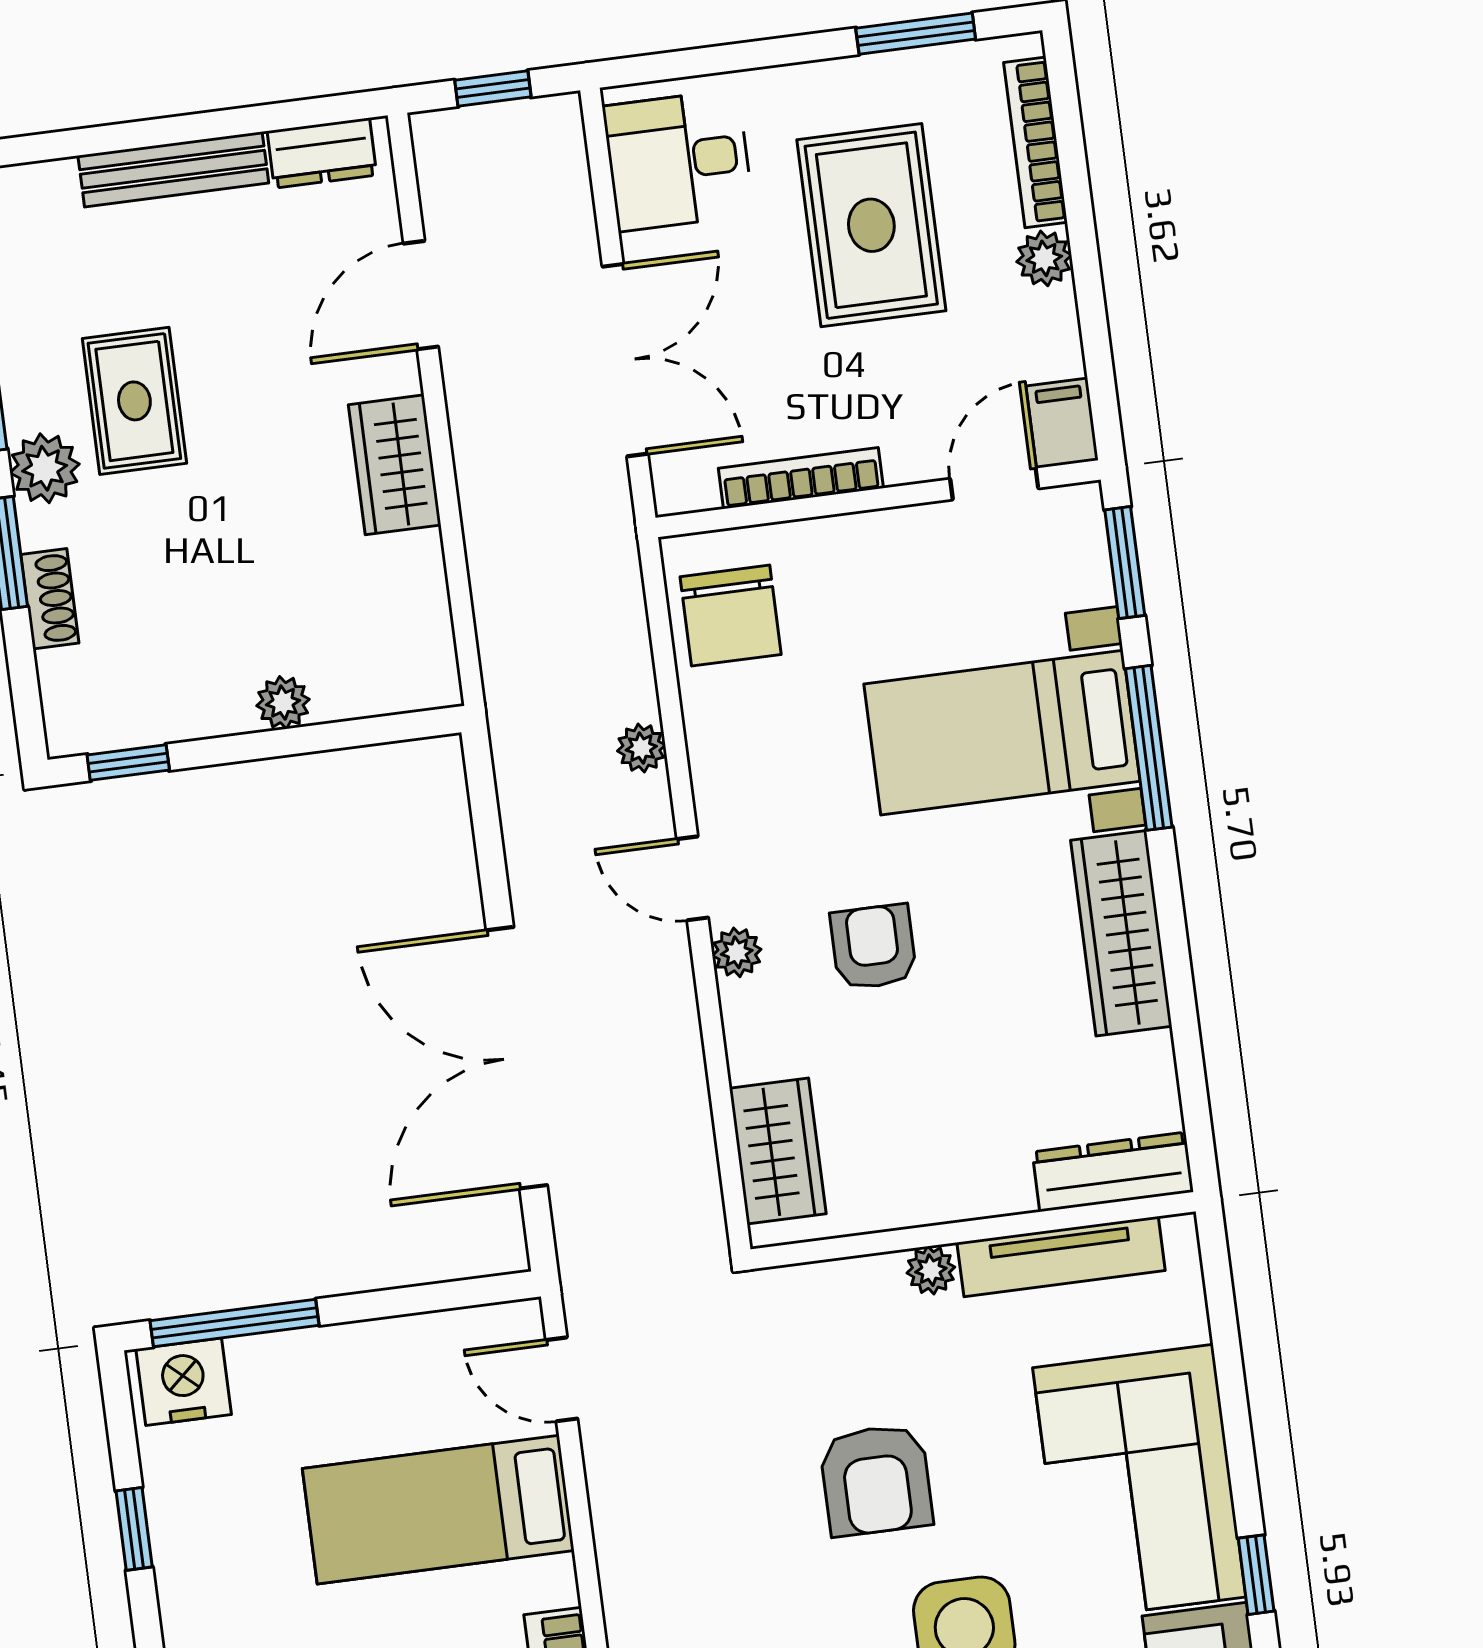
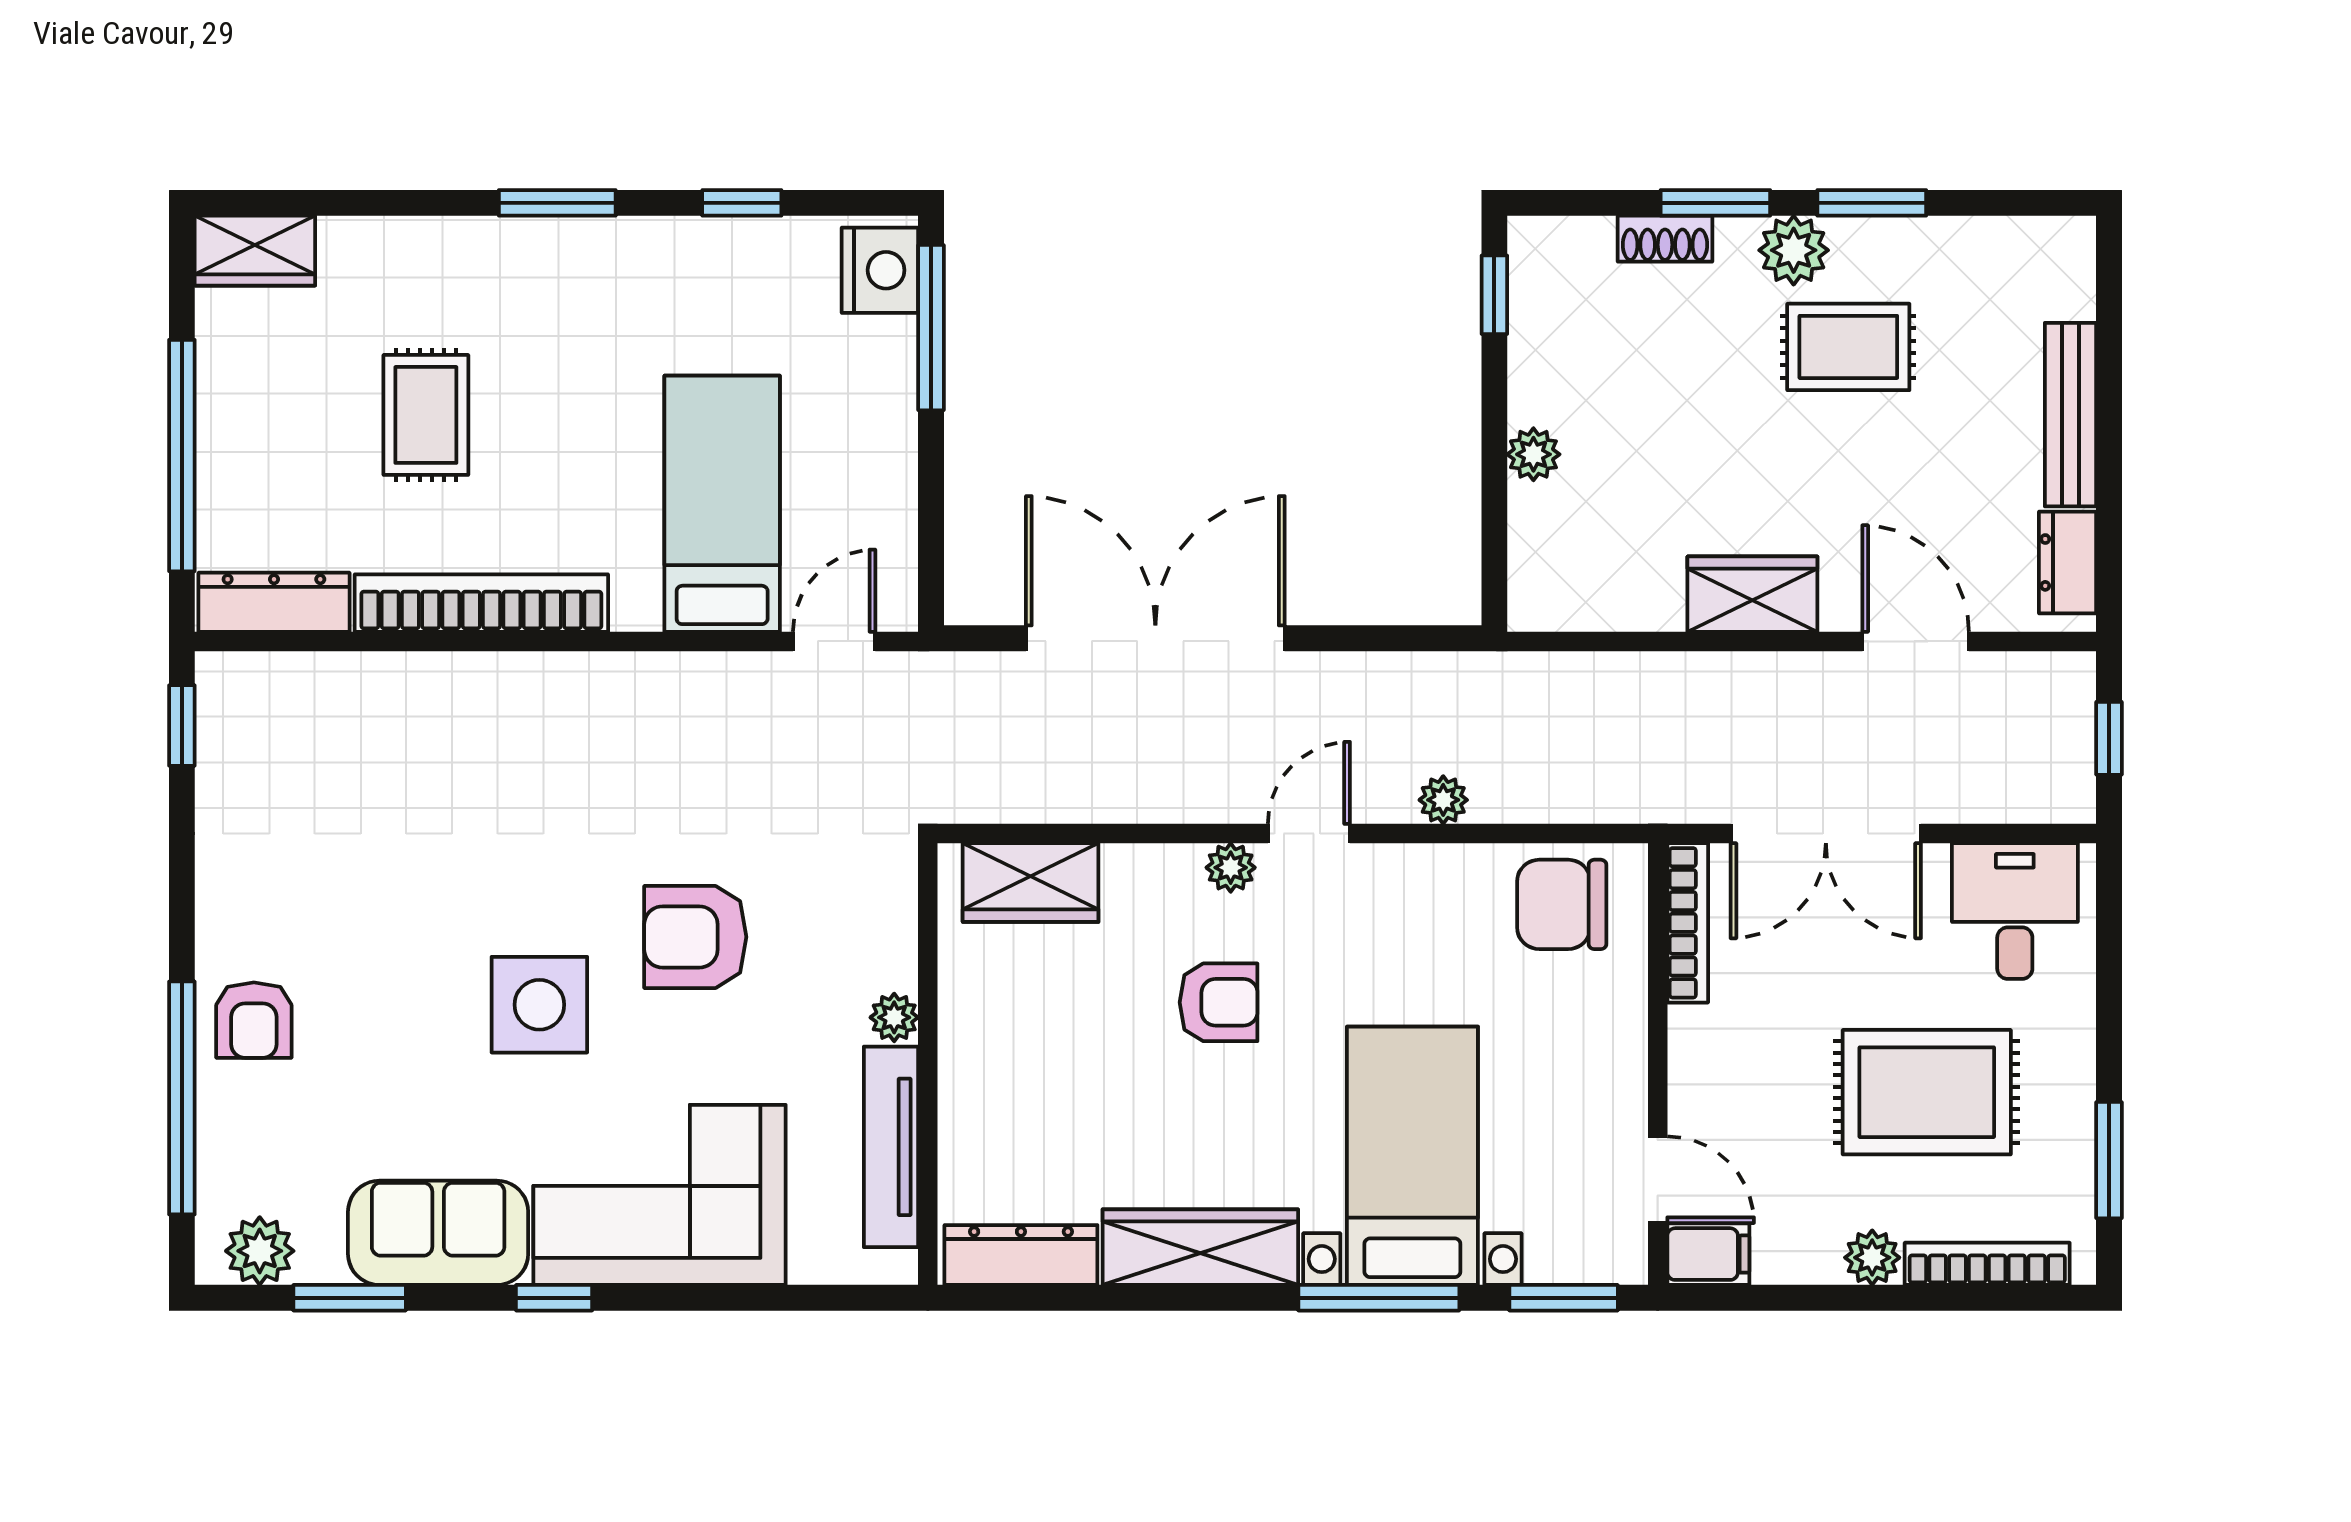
bookcase: (801, 478) -> (1688, 923), moved
dresser: (1113, 1172) -> (1021, 1255), moved, turned -90

